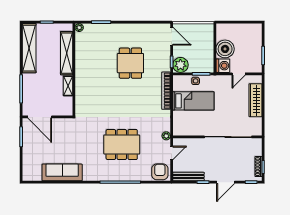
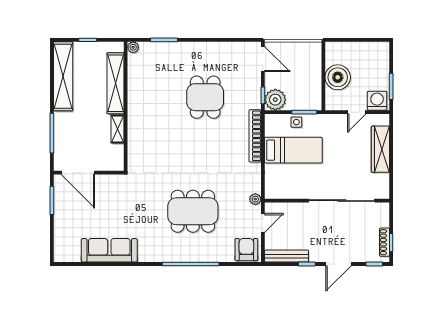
washing machine: (223, 66) -> (377, 101), moved, turned -90

